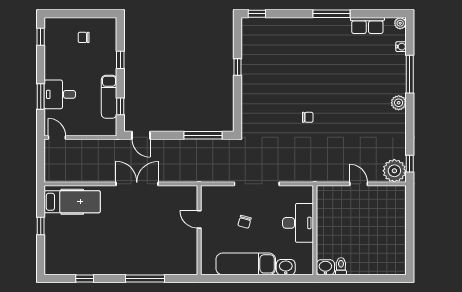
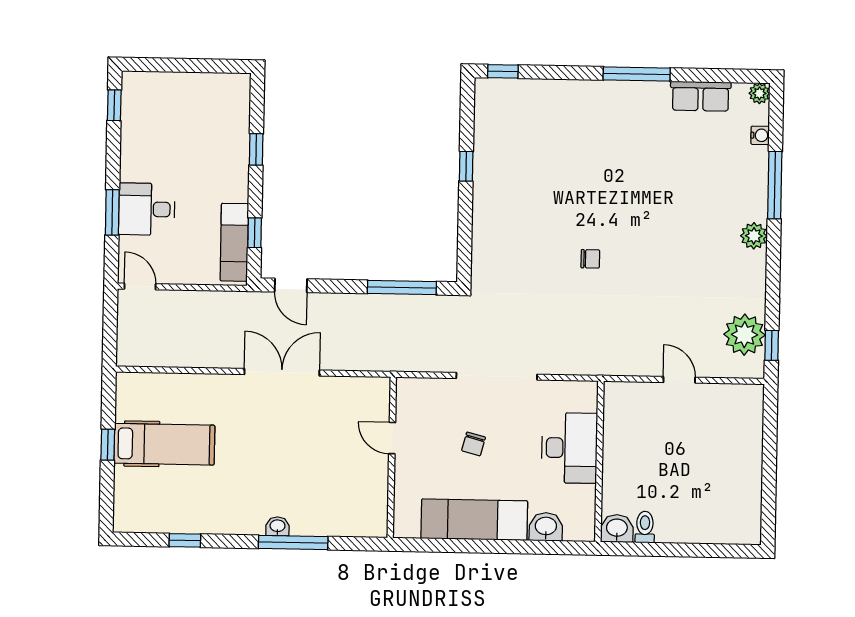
chair: (84, 37) -> (191, 108), removed
exam couch: (109, 97) -> (234, 242), moved
plant: (394, 171) -> (744, 335), moved
hospital bed: (72, 202) -> (164, 444), moved
washbasin: (136, 270) -> (278, 526), added

